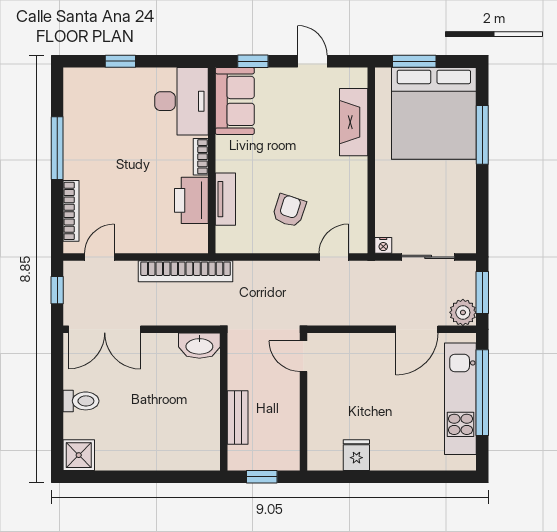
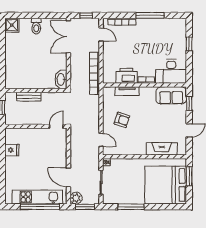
window: (482, 135) -> (131, 207), moved

